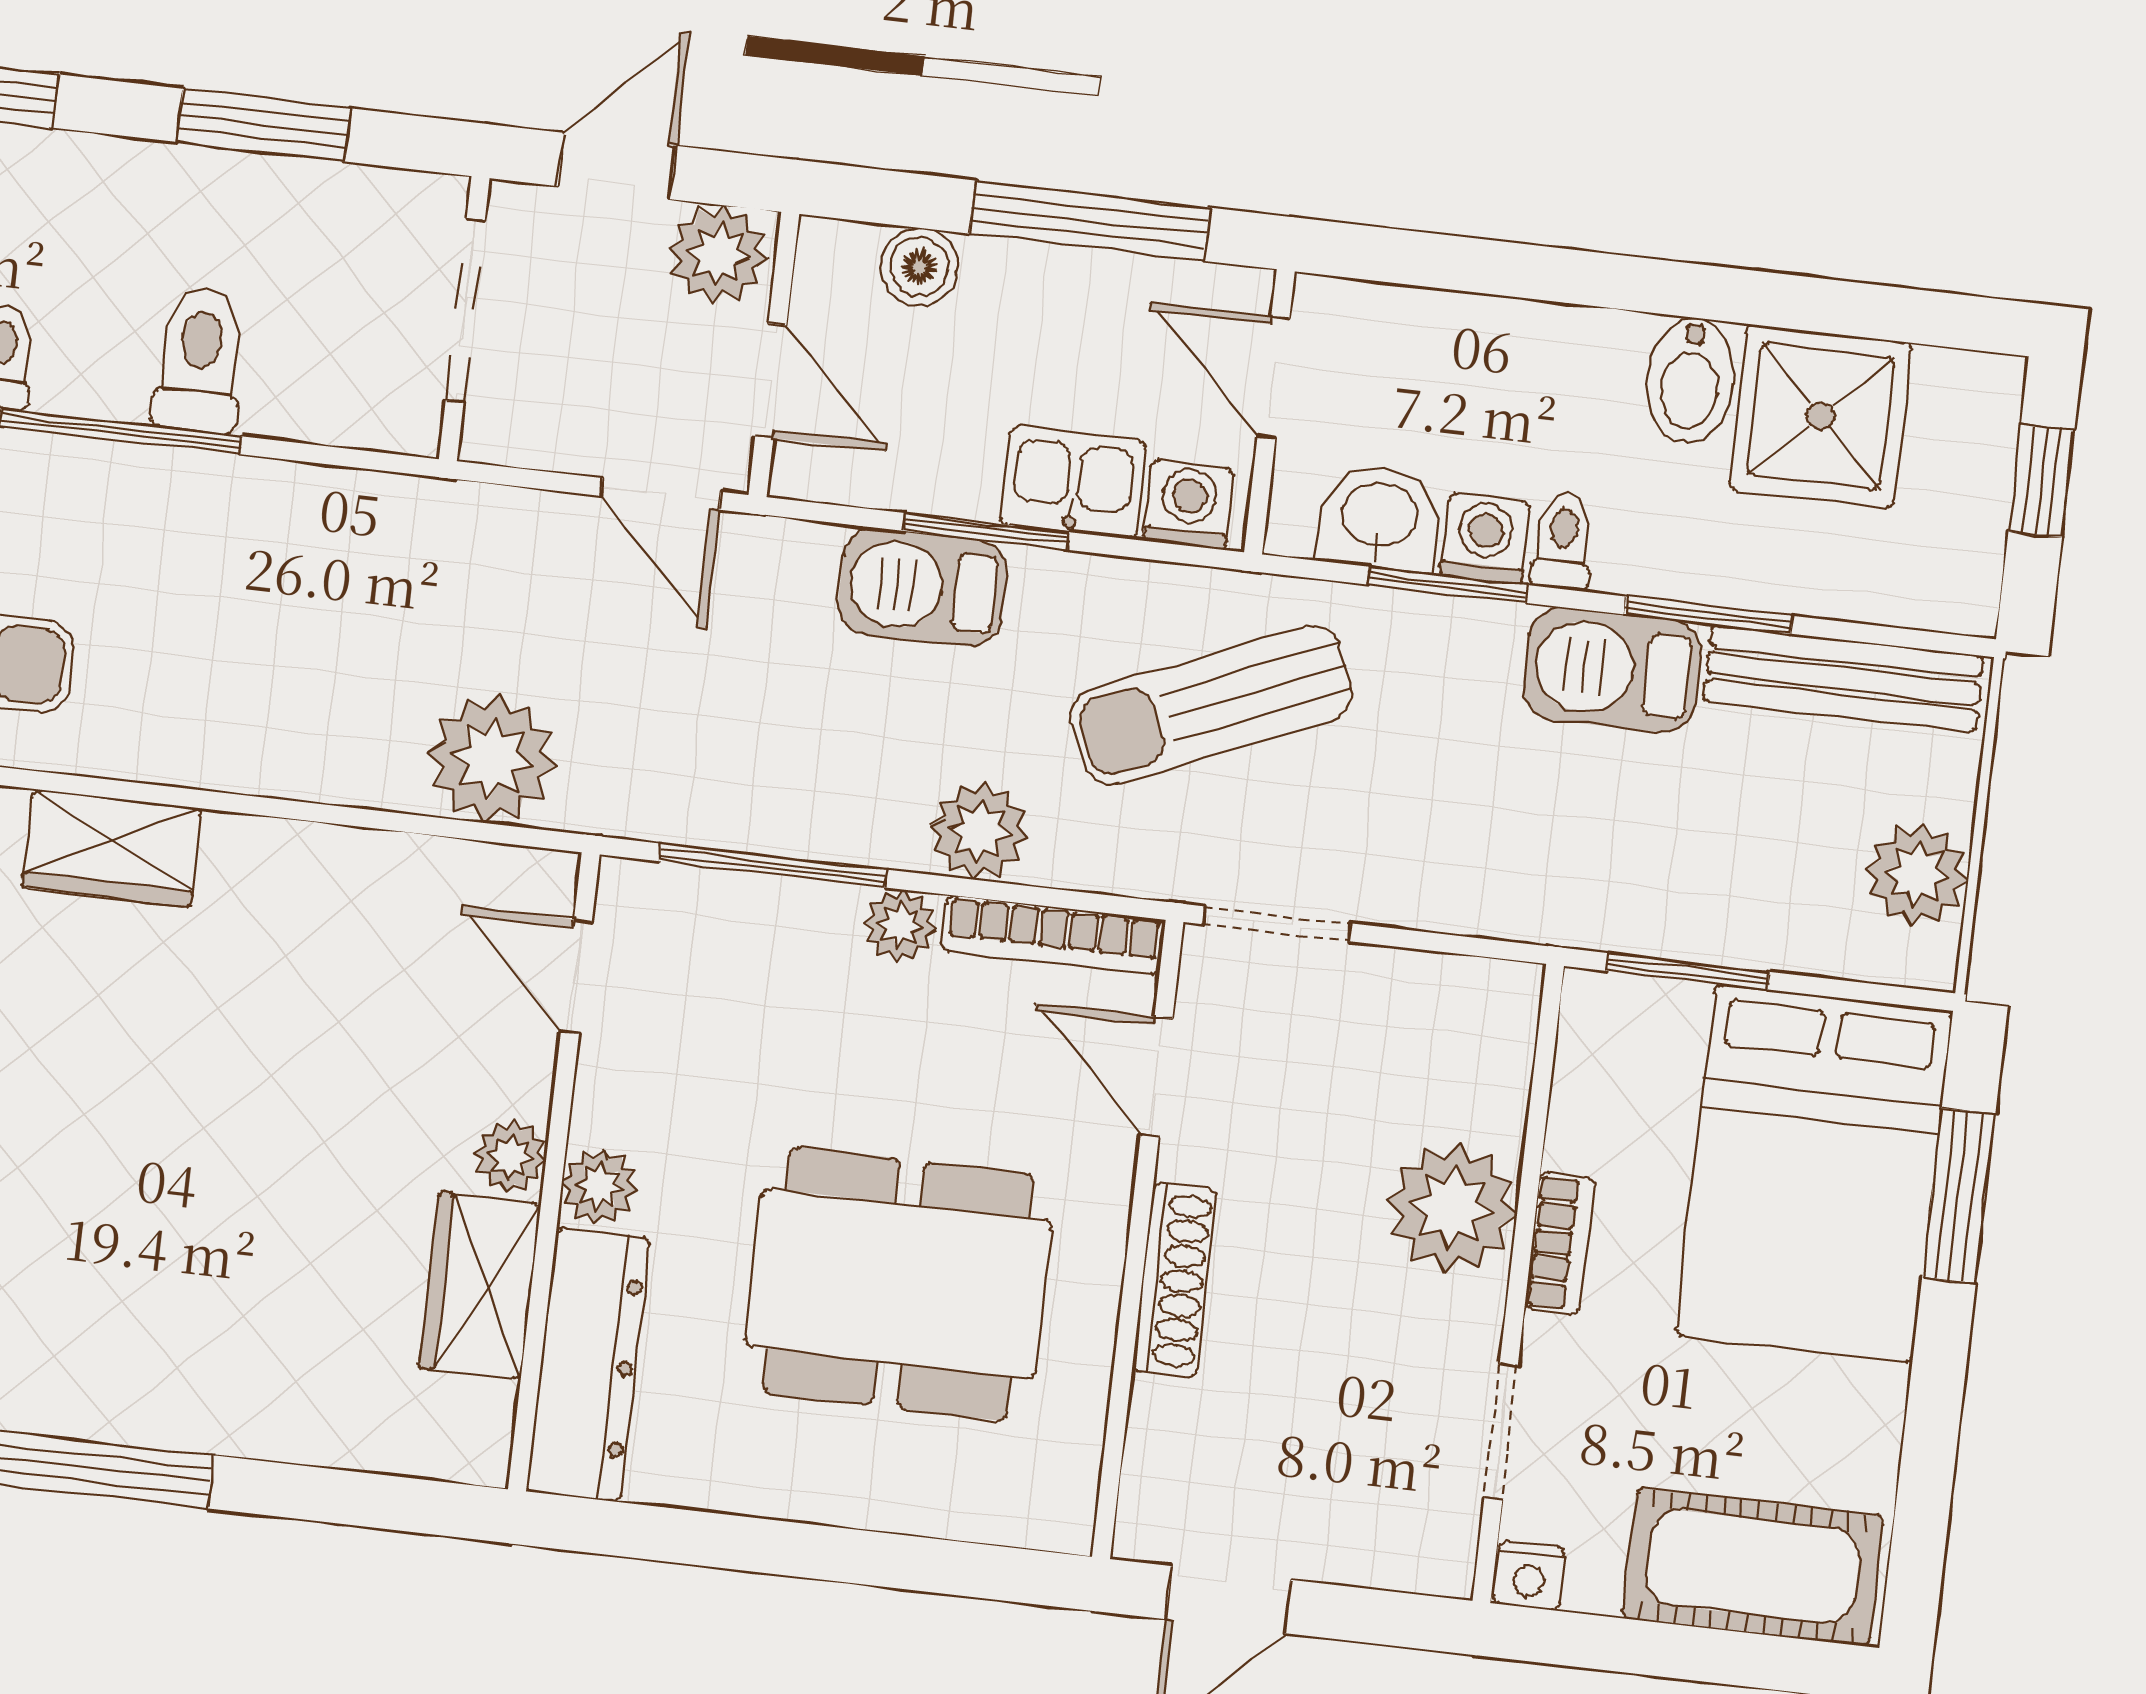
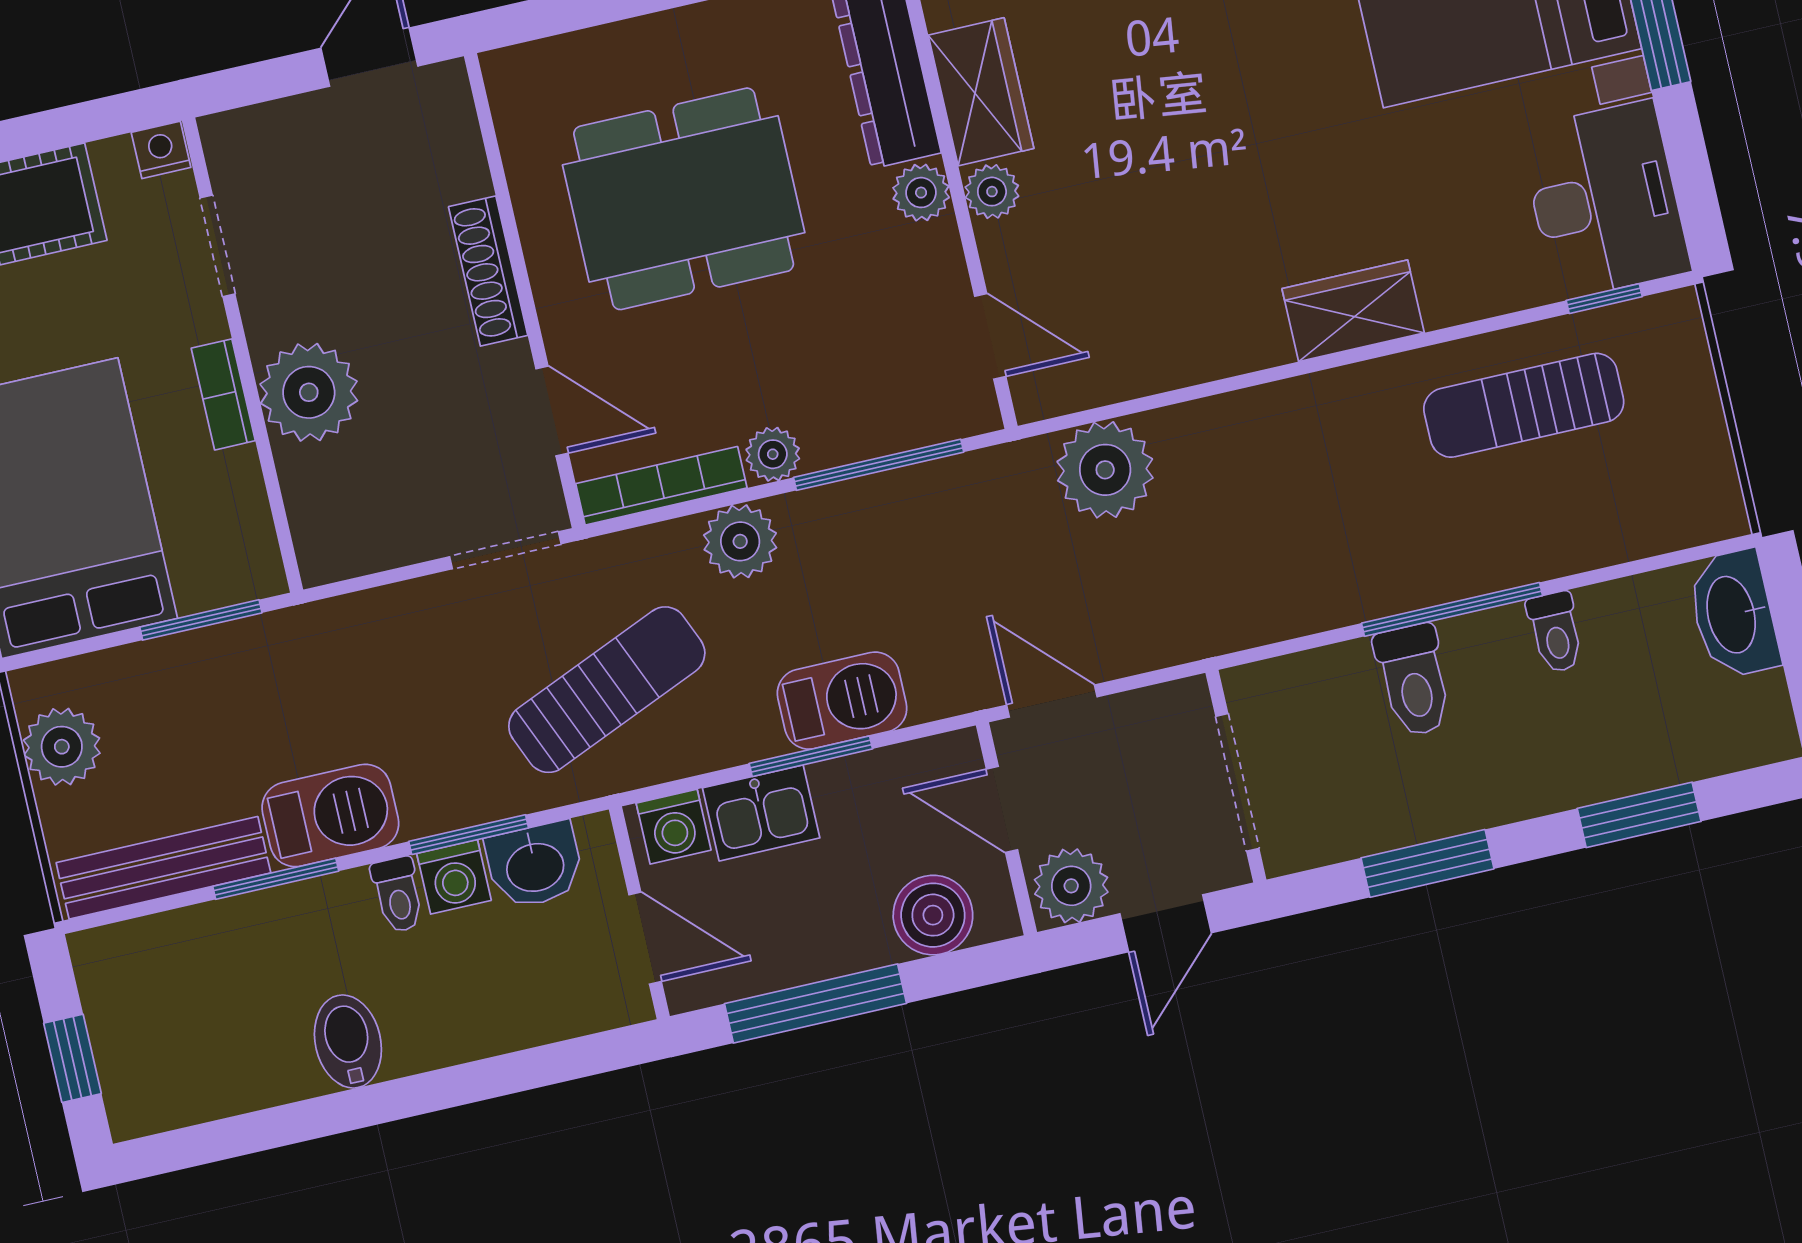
boiler: (919, 267) -> (933, 915), width x1.36, depth x1.36
shower: (1821, 416) -> (246, 1049), removed

